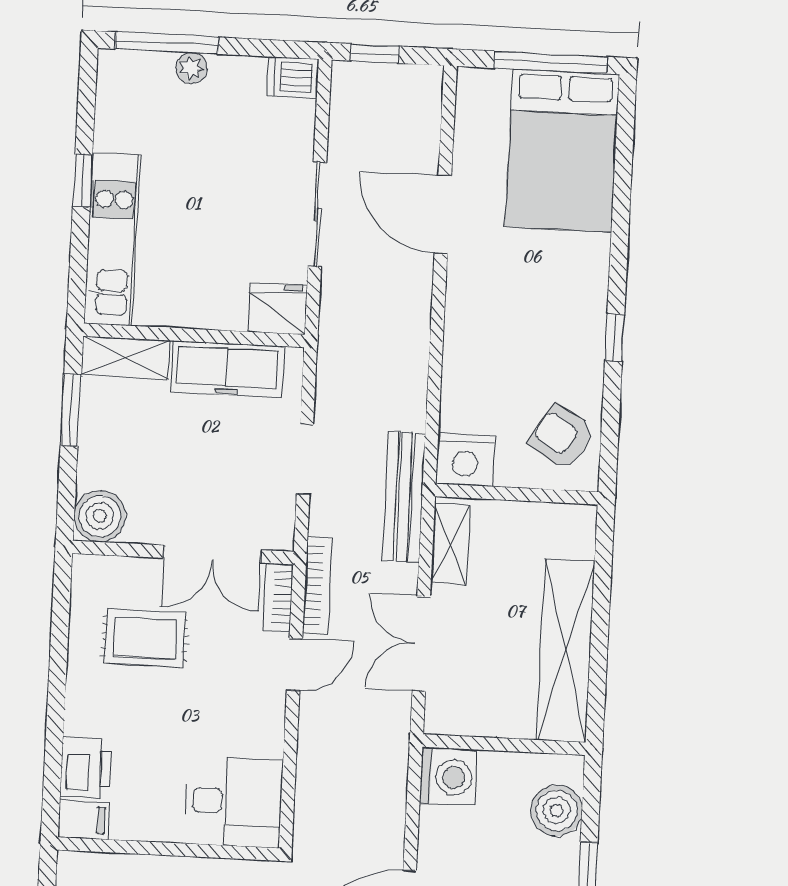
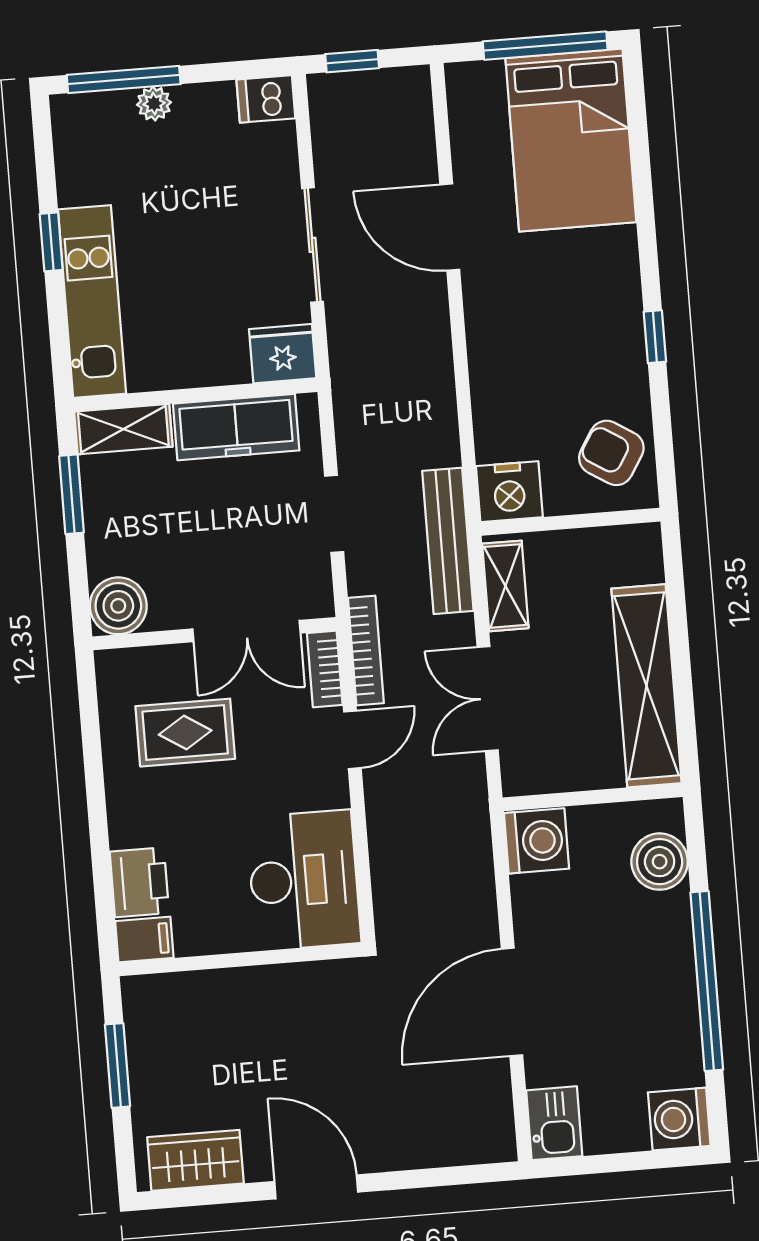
desk: (233, 802) -> (304, 880), width x1.37

